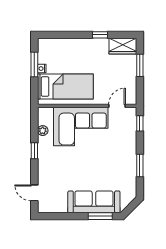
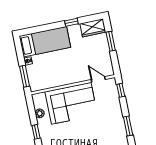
window: (34, 64) -> (25, 76), moved
bed: (65, 86) -> (45, 42), moved
door: (117, 106) -> (98, 80), hinge flipped

